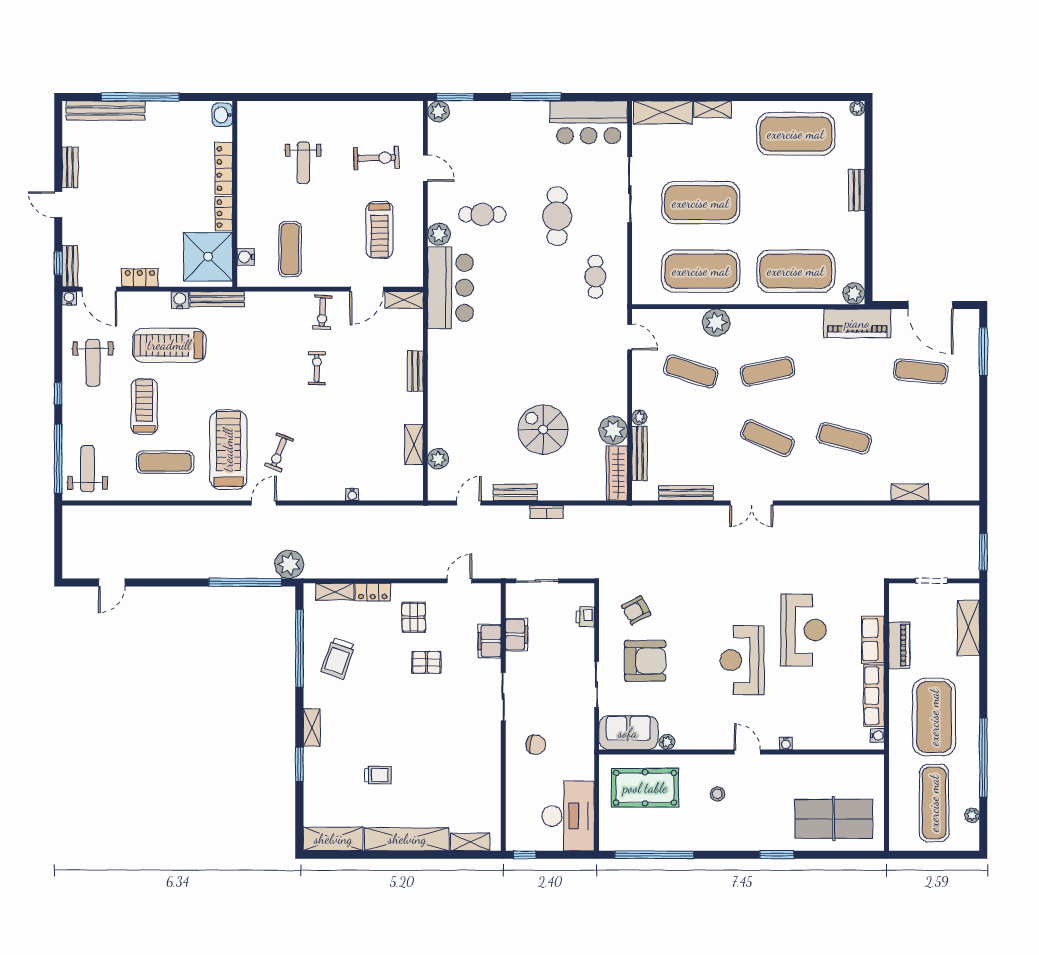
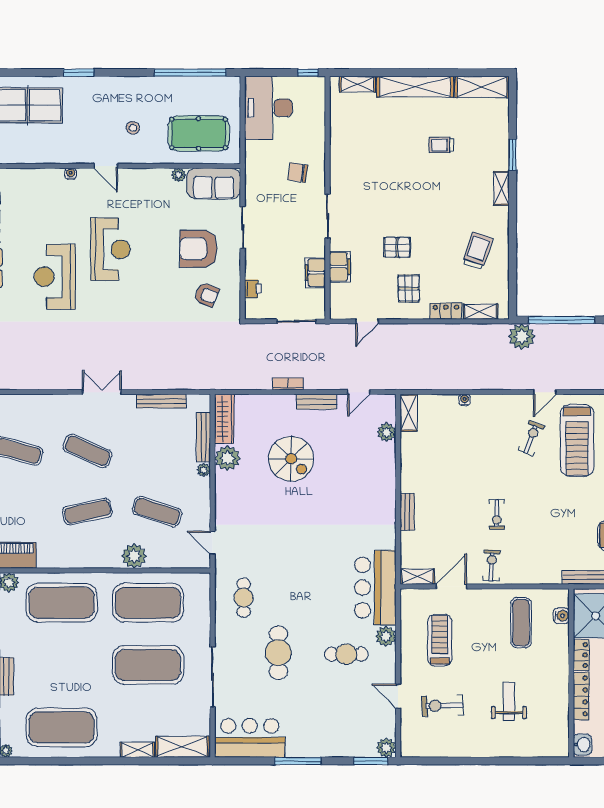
shelving: (414, 445) -> (409, 413), moved
armchair: (636, 610) -> (207, 295), turned 50
window: (299, 648) -> (513, 260), removed

